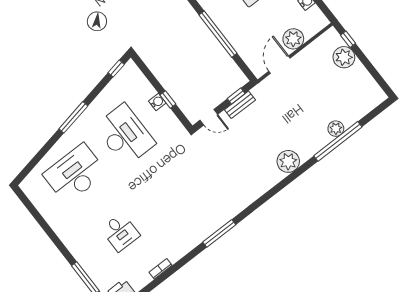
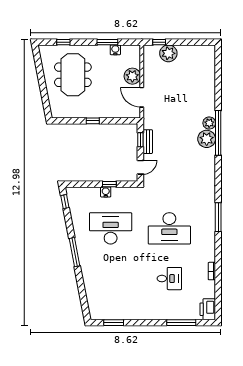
window: (218, 34) -> (93, 121), width x0.32
plant: (336, 129) -> (209, 123), moved
window: (338, 141) -> (218, 133), moved
desk: (75, 174) -> (169, 228), moved, turned -90
window: (33, 211) -> (114, 323), added

